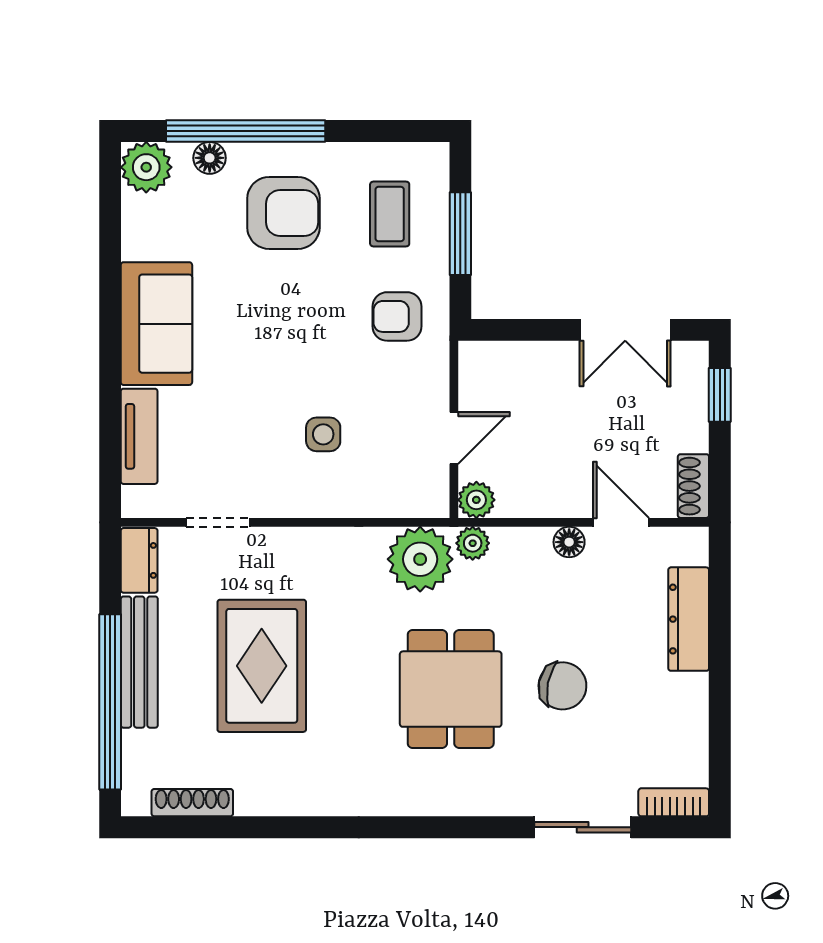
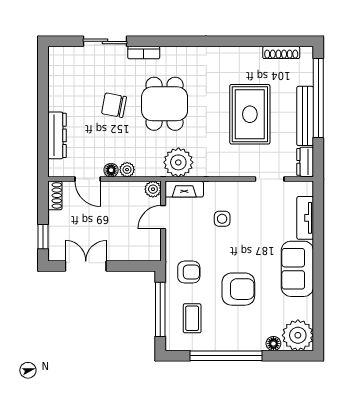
window: (246, 131) -> (226, 356), moved
plant: (146, 167) -> (298, 335), width x1.36, depth x1.36
armchair: (283, 213) -> (238, 289), moved, turned 180
window: (460, 234) -> (160, 309), width x1.44
fireplace: (407, 500) -> (184, 189), added
plant: (473, 543) -> (127, 170), moved
bookcase: (674, 802) -> (144, 53), moved

